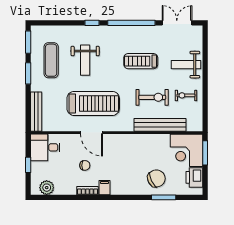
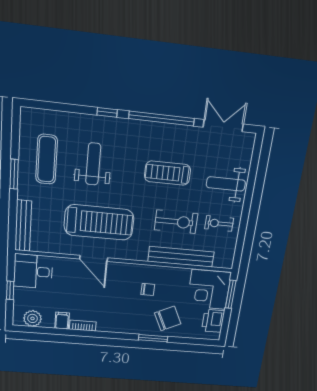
window: (28, 42) -> (16, 130), removed
weight bench: (85, 60) -> (93, 164), turned 180
chair: (85, 165) -> (148, 290), moved
filing cabinet: (104, 188) -> (62, 321), moved
window: (164, 197) -> (153, 338), moved

